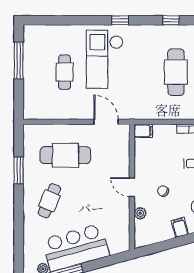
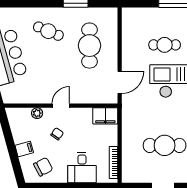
filing cabinet: (143, 131) -> (105, 116), width x2.00

